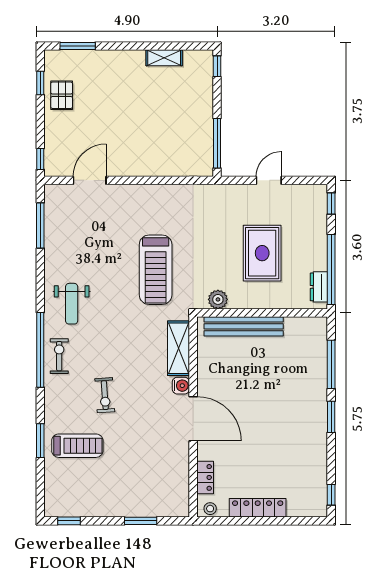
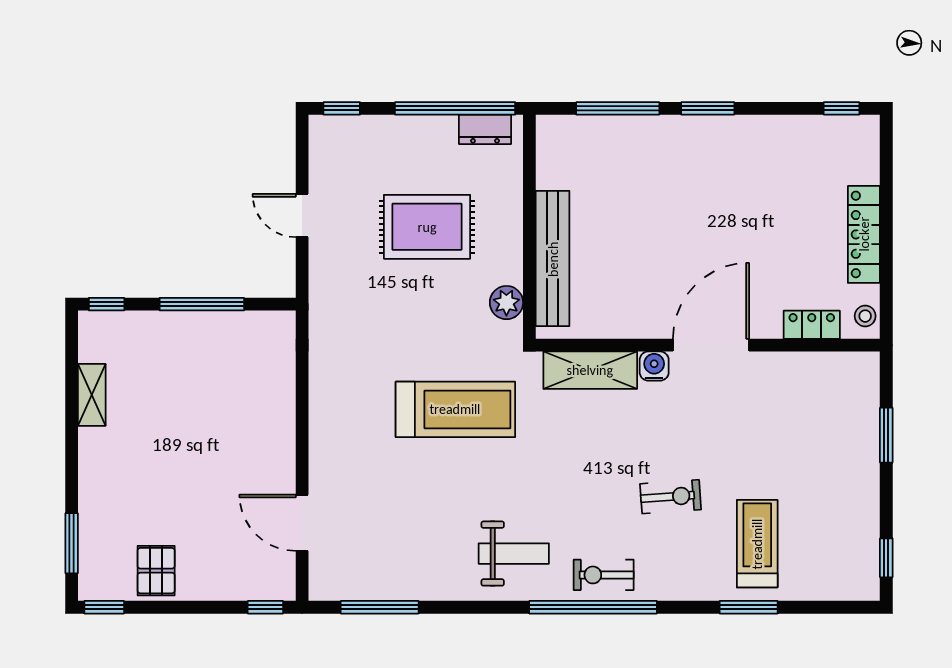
window: (40, 83) -> (104, 607), moved
pallet: (62, 95) -> (156, 571), turned 90
window: (217, 143) -> (202, 304), moved

